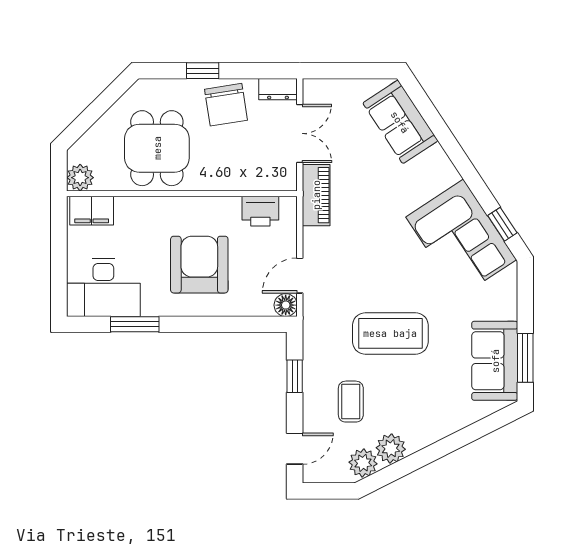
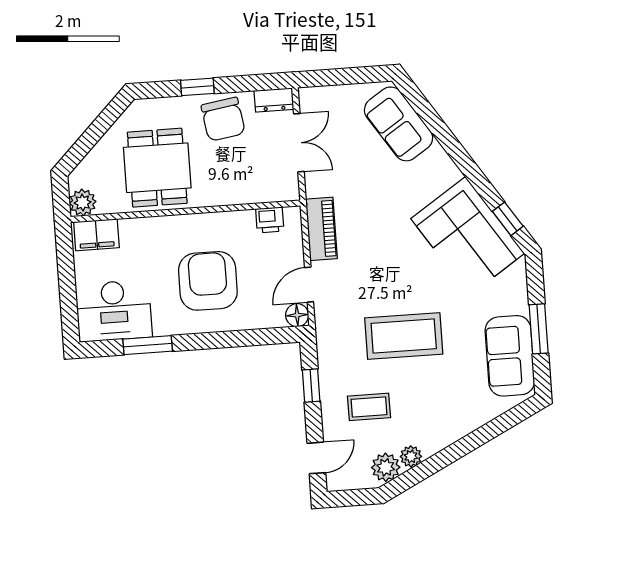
piano: (316, 195) -> (321, 229), moved
printer: (260, 211) -> (270, 220), width x0.73, depth x0.81
window: (525, 358) -> (539, 329), moved
coffee table: (351, 402) -> (369, 407), turned 90
plant: (391, 448) -> (411, 456), width x0.73, depth x0.73

